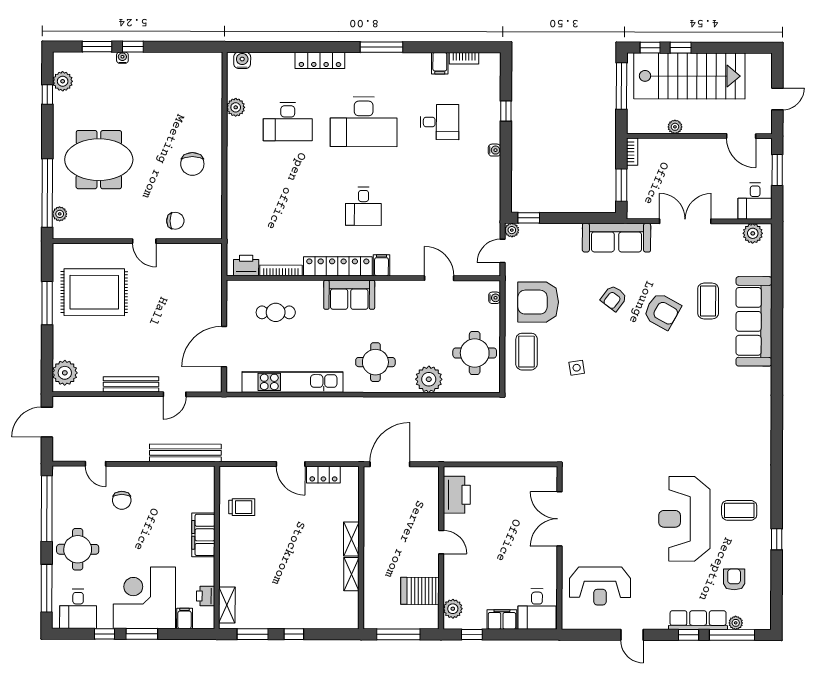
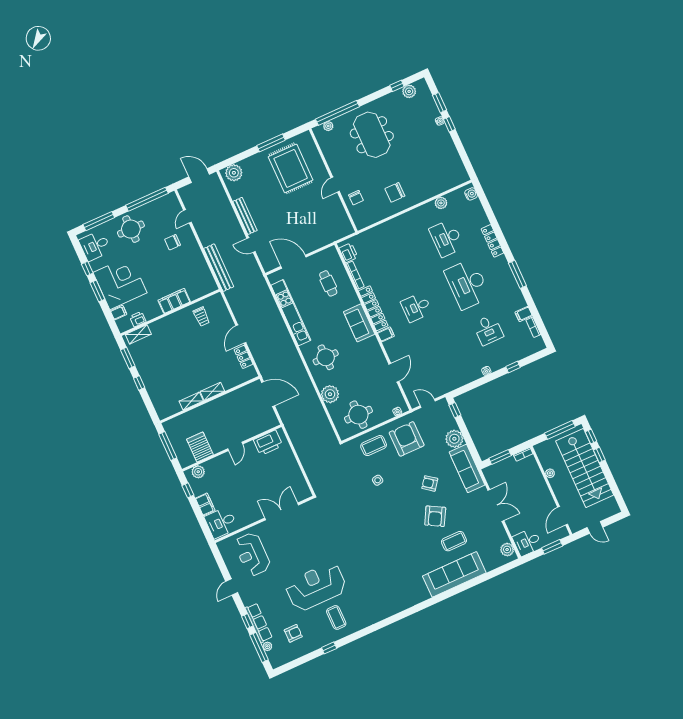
plant: (512, 230) -> (454, 439), moved, width x1.88, depth x1.88

